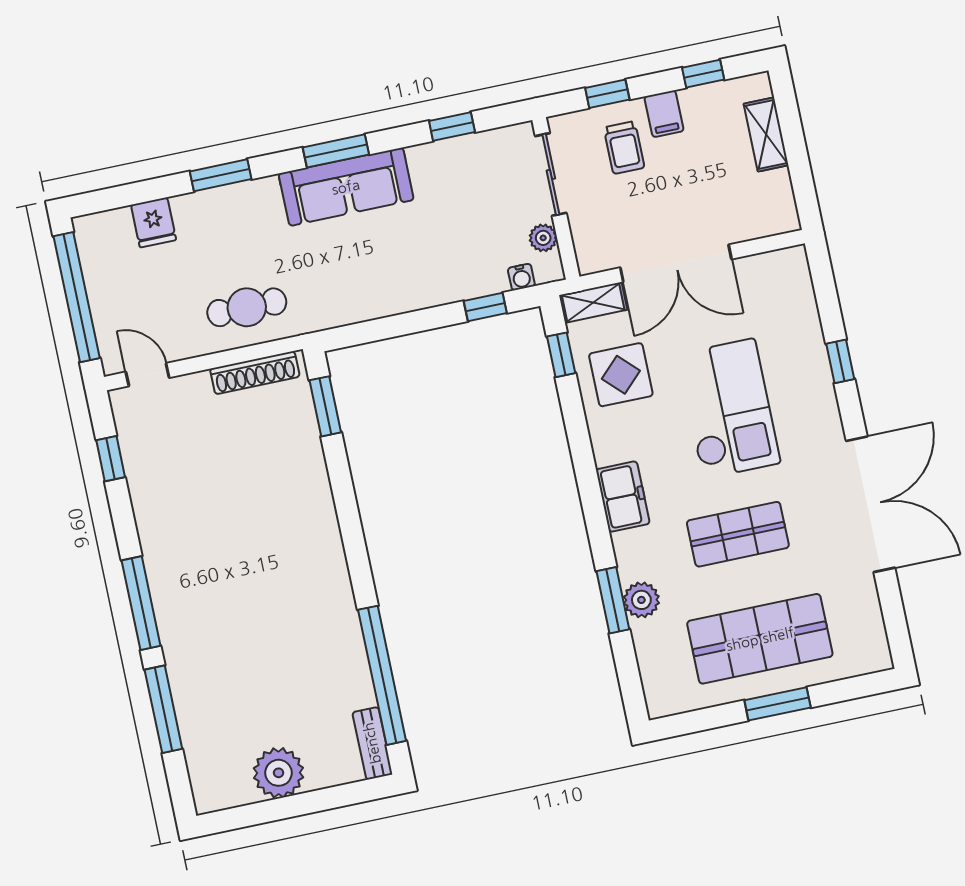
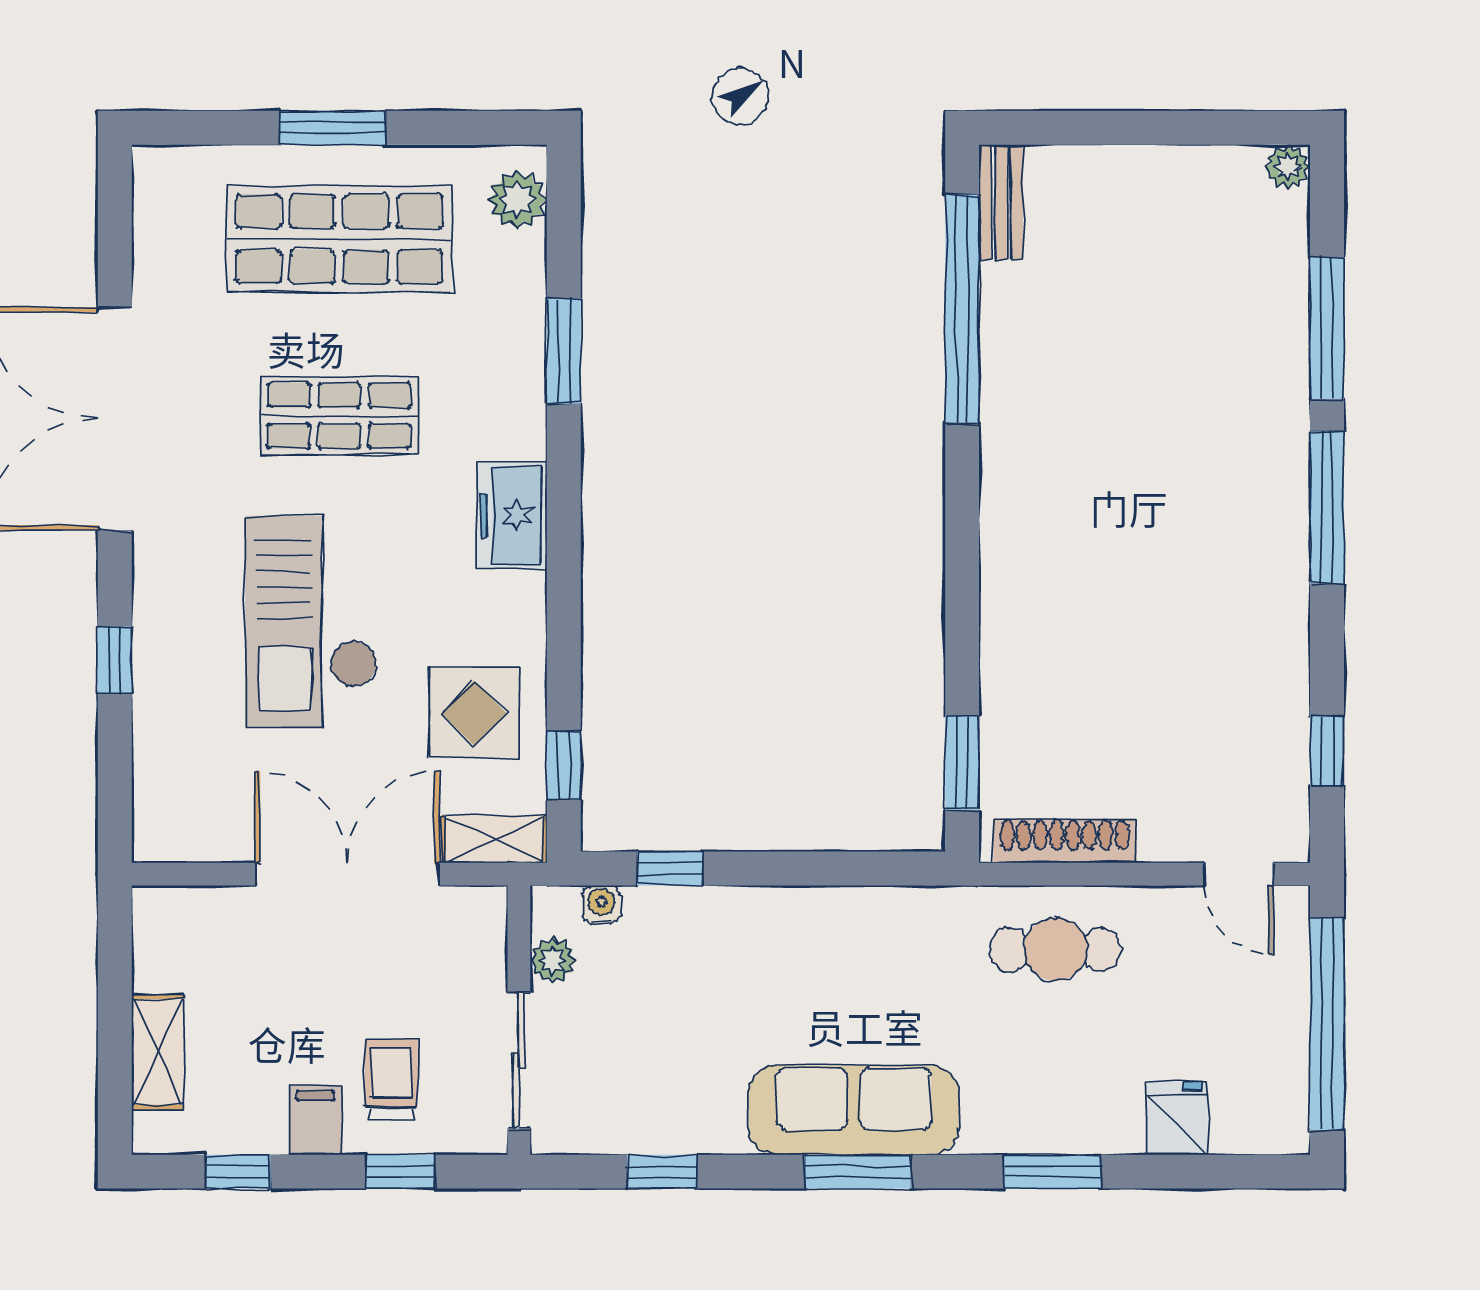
plant: (641, 600) -> (517, 200), moved
plant: (279, 773) -> (1288, 167), moved, width x0.53, depth x0.53

